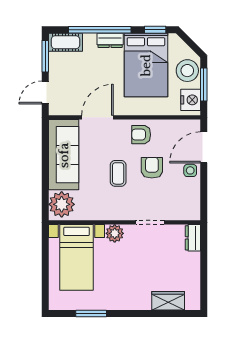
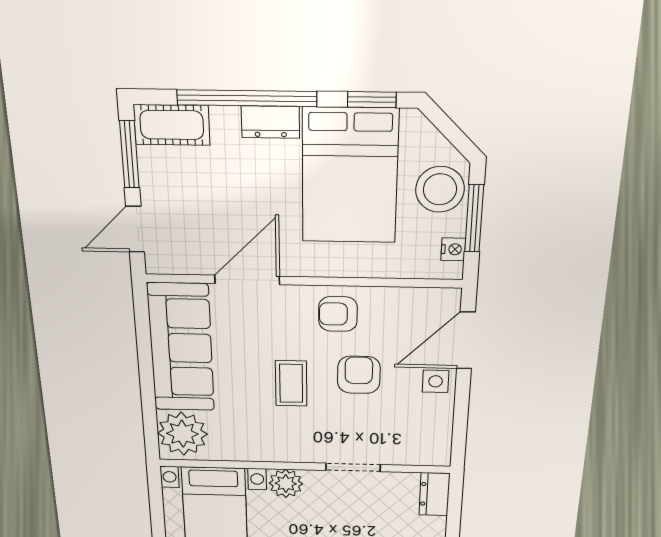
nightstand: (191, 100) -> (453, 249), width x0.53, depth x0.56

